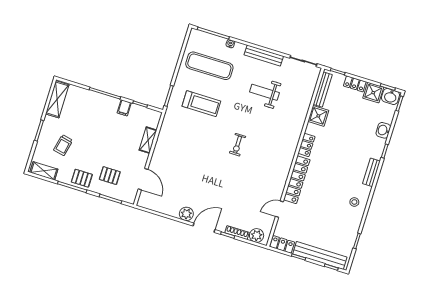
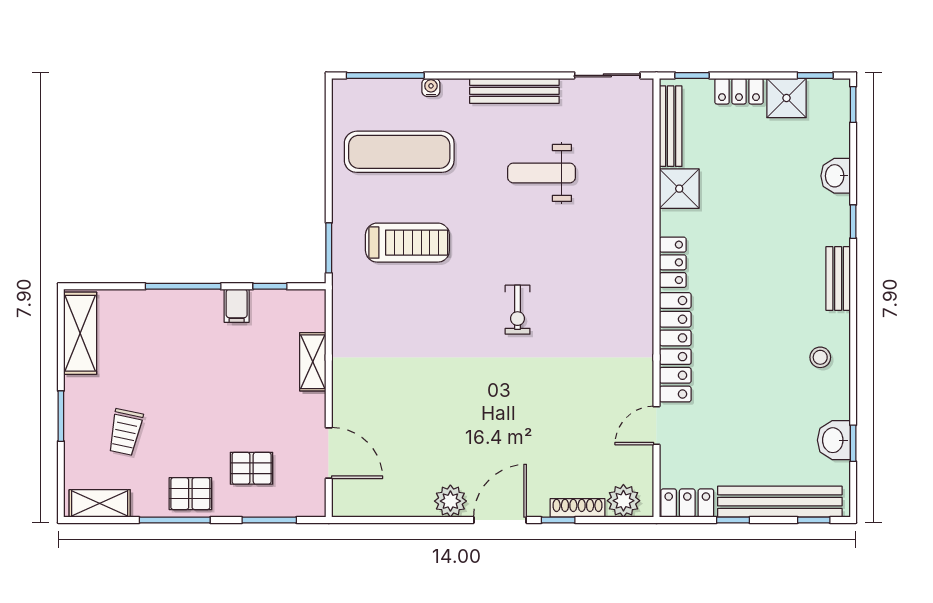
washbasin: (390, 96) -> (834, 440), moved, turned 90

